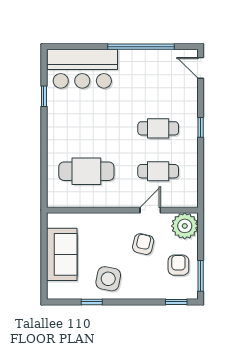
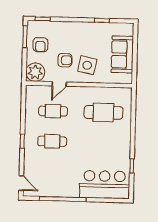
armchair: (143, 244) -> (65, 60), turned -103
side table: (108, 279) -> (87, 65), moved

